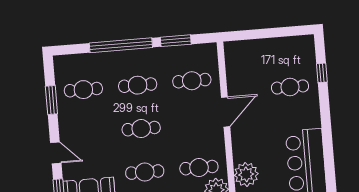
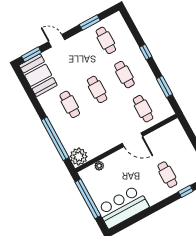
window: (121, 45) -> (146, 52), width x0.32
door: (56, 153) -> (57, 41), swing flipped
cafe table: (199, 168) -> (88, 138), removed
plant: (246, 174) -> (99, 166), width x0.53, depth x0.53

